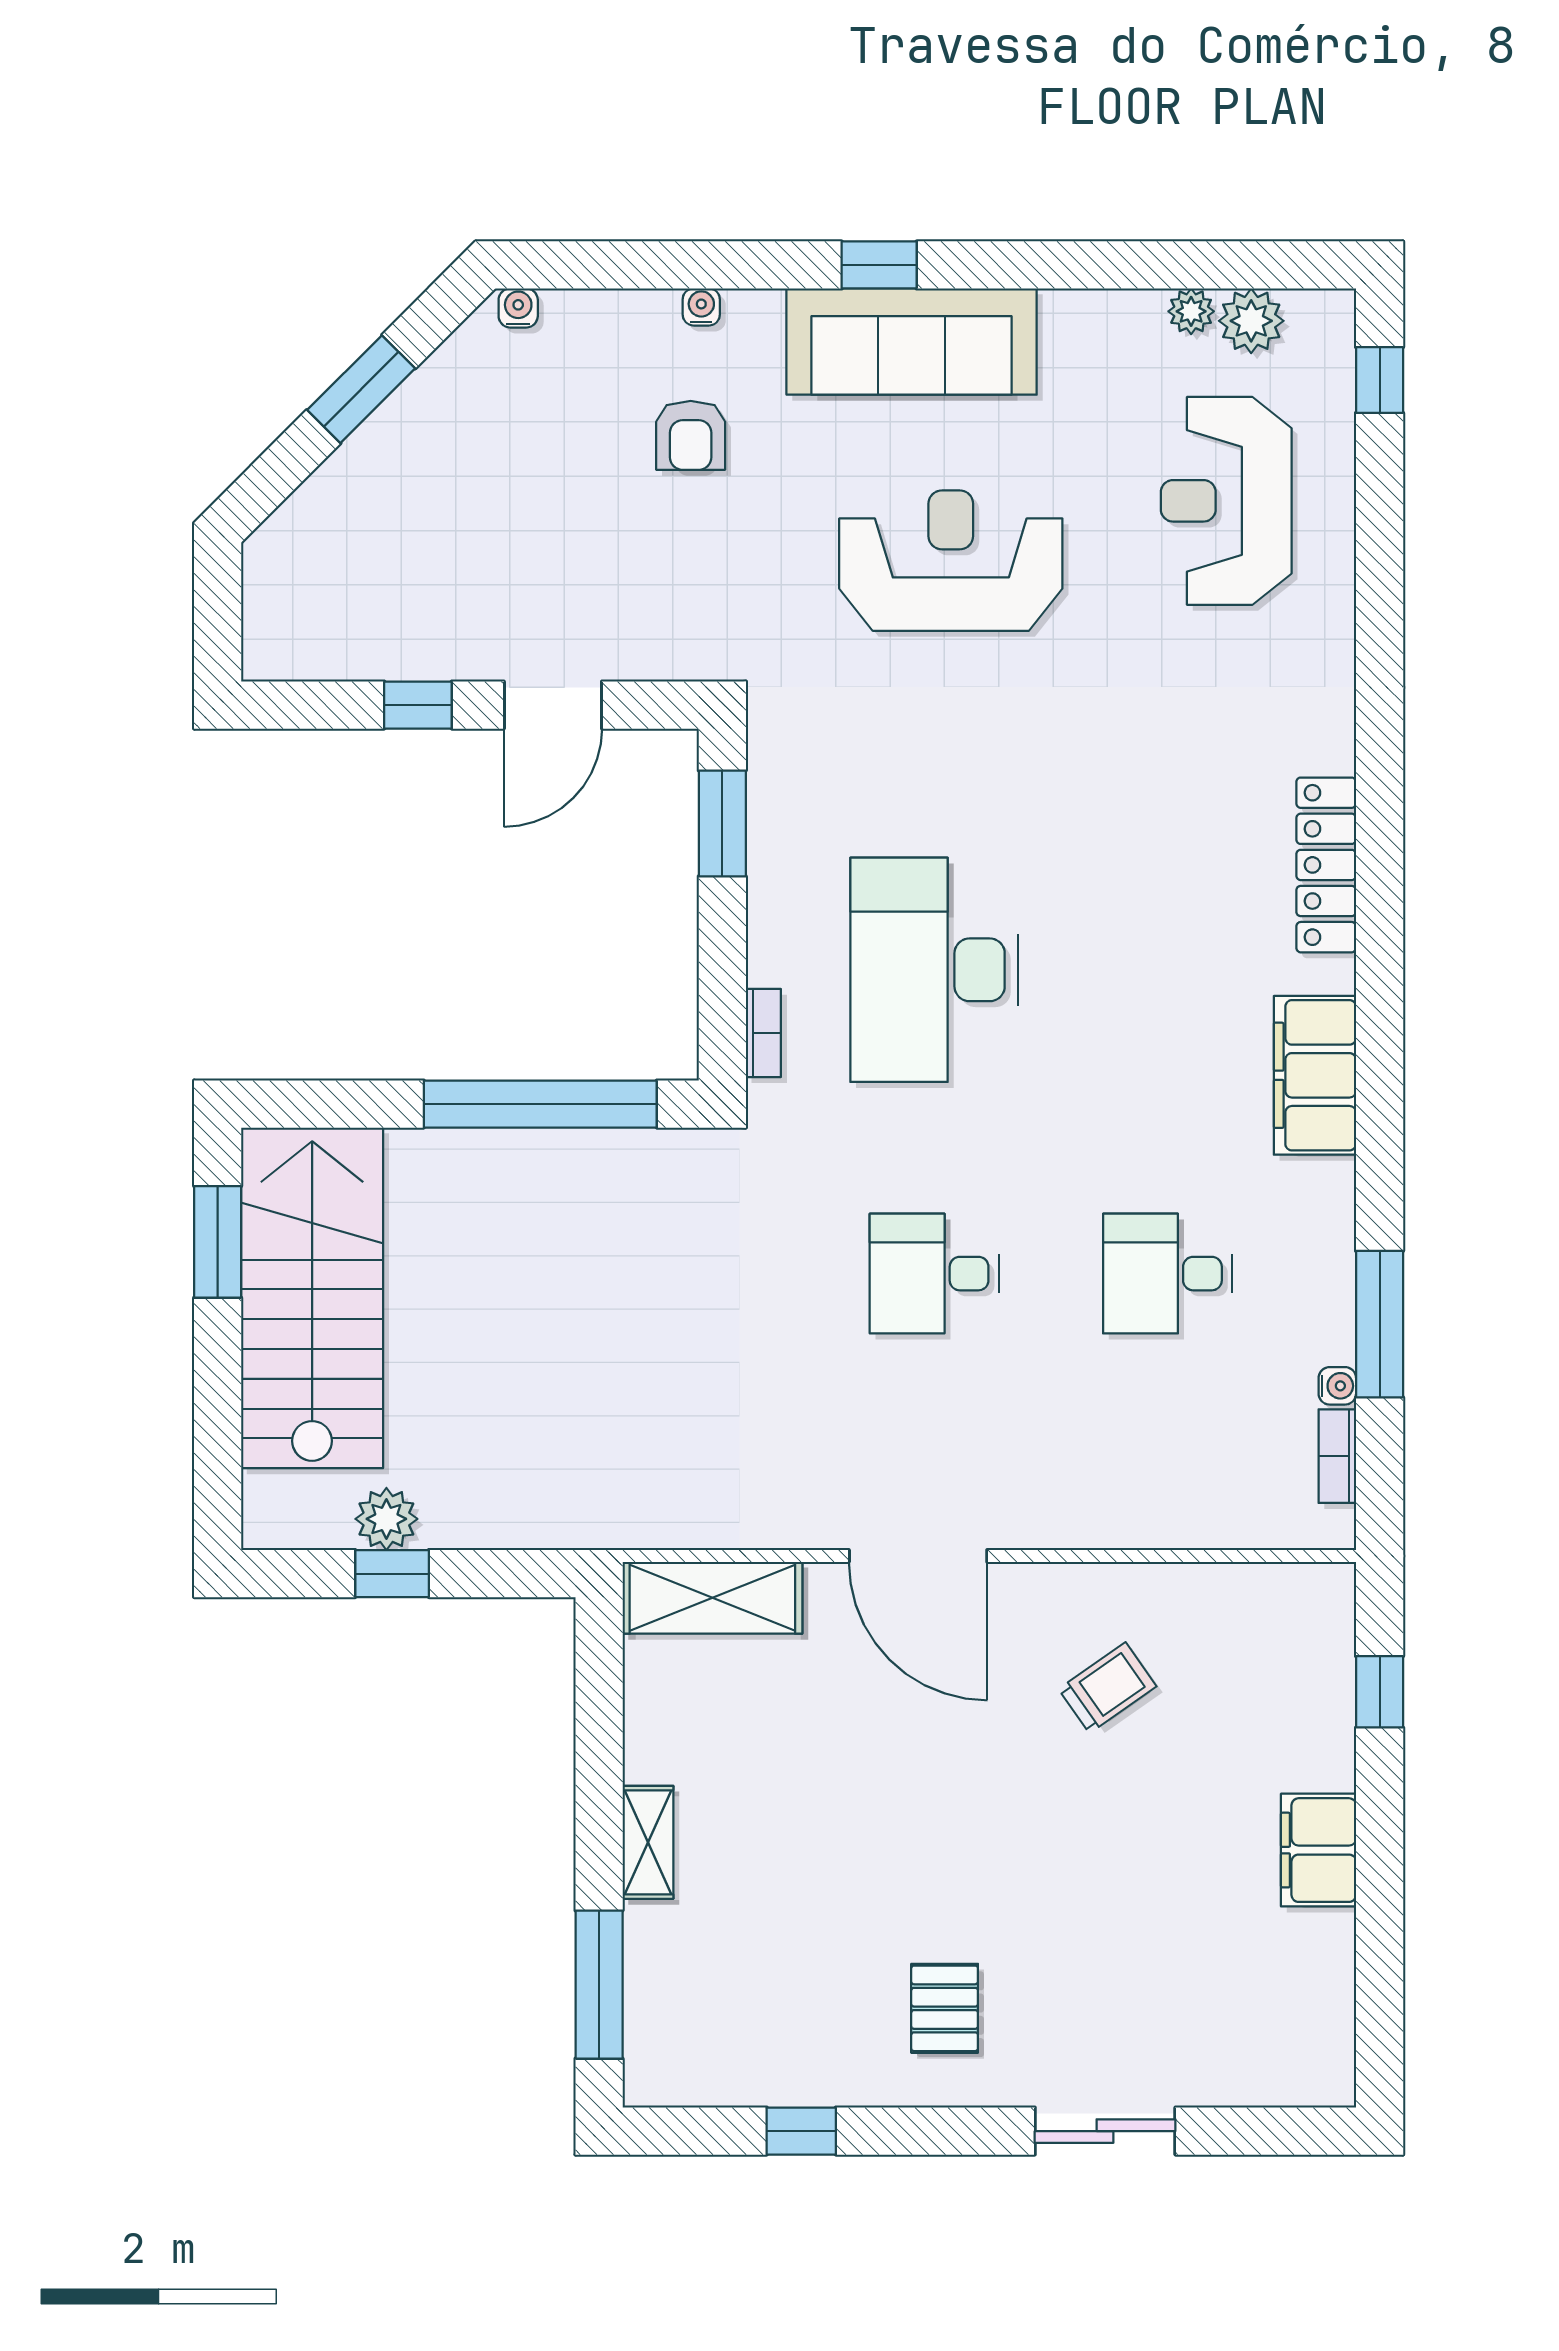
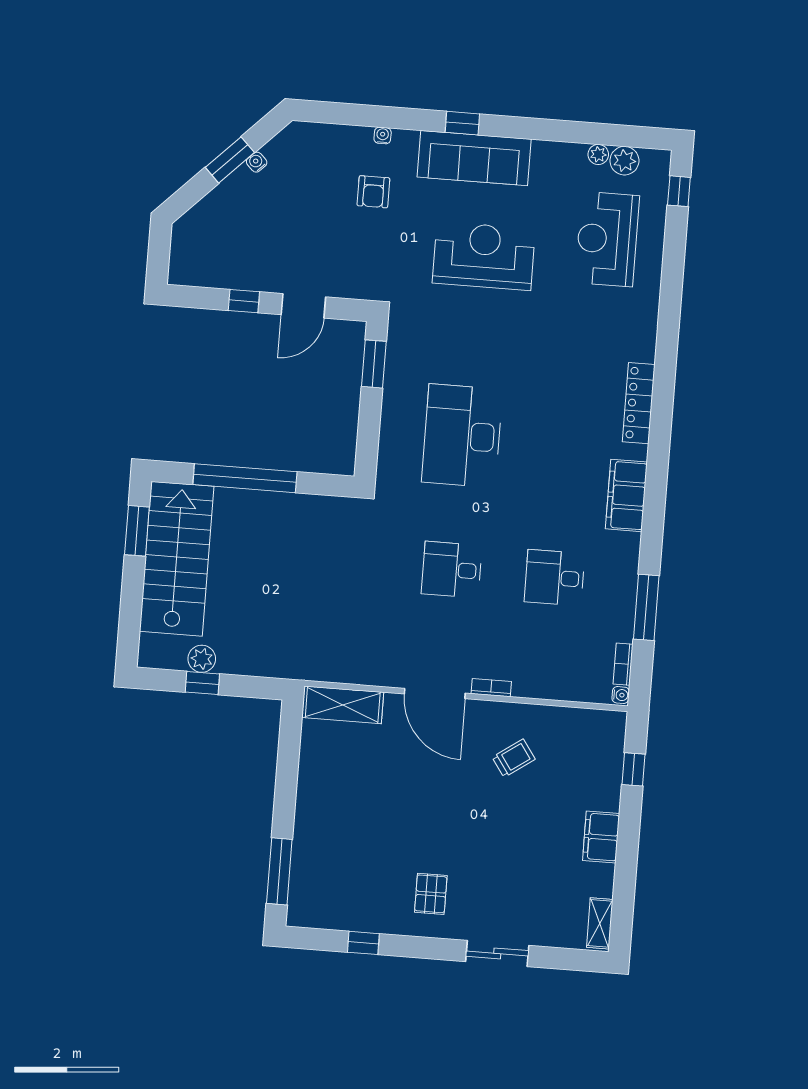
water cooler: (518, 308) -> (257, 162), moved, turned -45
bookcase: (763, 1033) -> (491, 688), moved, turned -90
window: (540, 1104) -> (245, 478), moved
water cooler: (1337, 1386) -> (621, 695), moved
shelving: (648, 1842) -> (600, 923), moved

